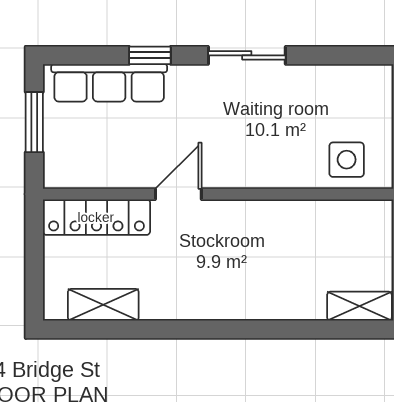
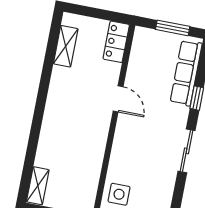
locker: (96, 217) -> (116, 42), width x0.66

